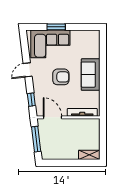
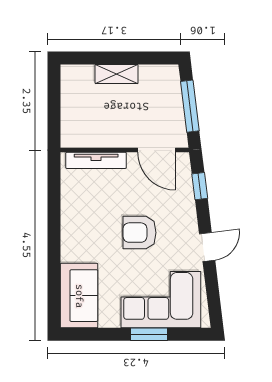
sofa: (91, 75) -> (79, 296), moved
shelving: (89, 155) -> (117, 74), moved

